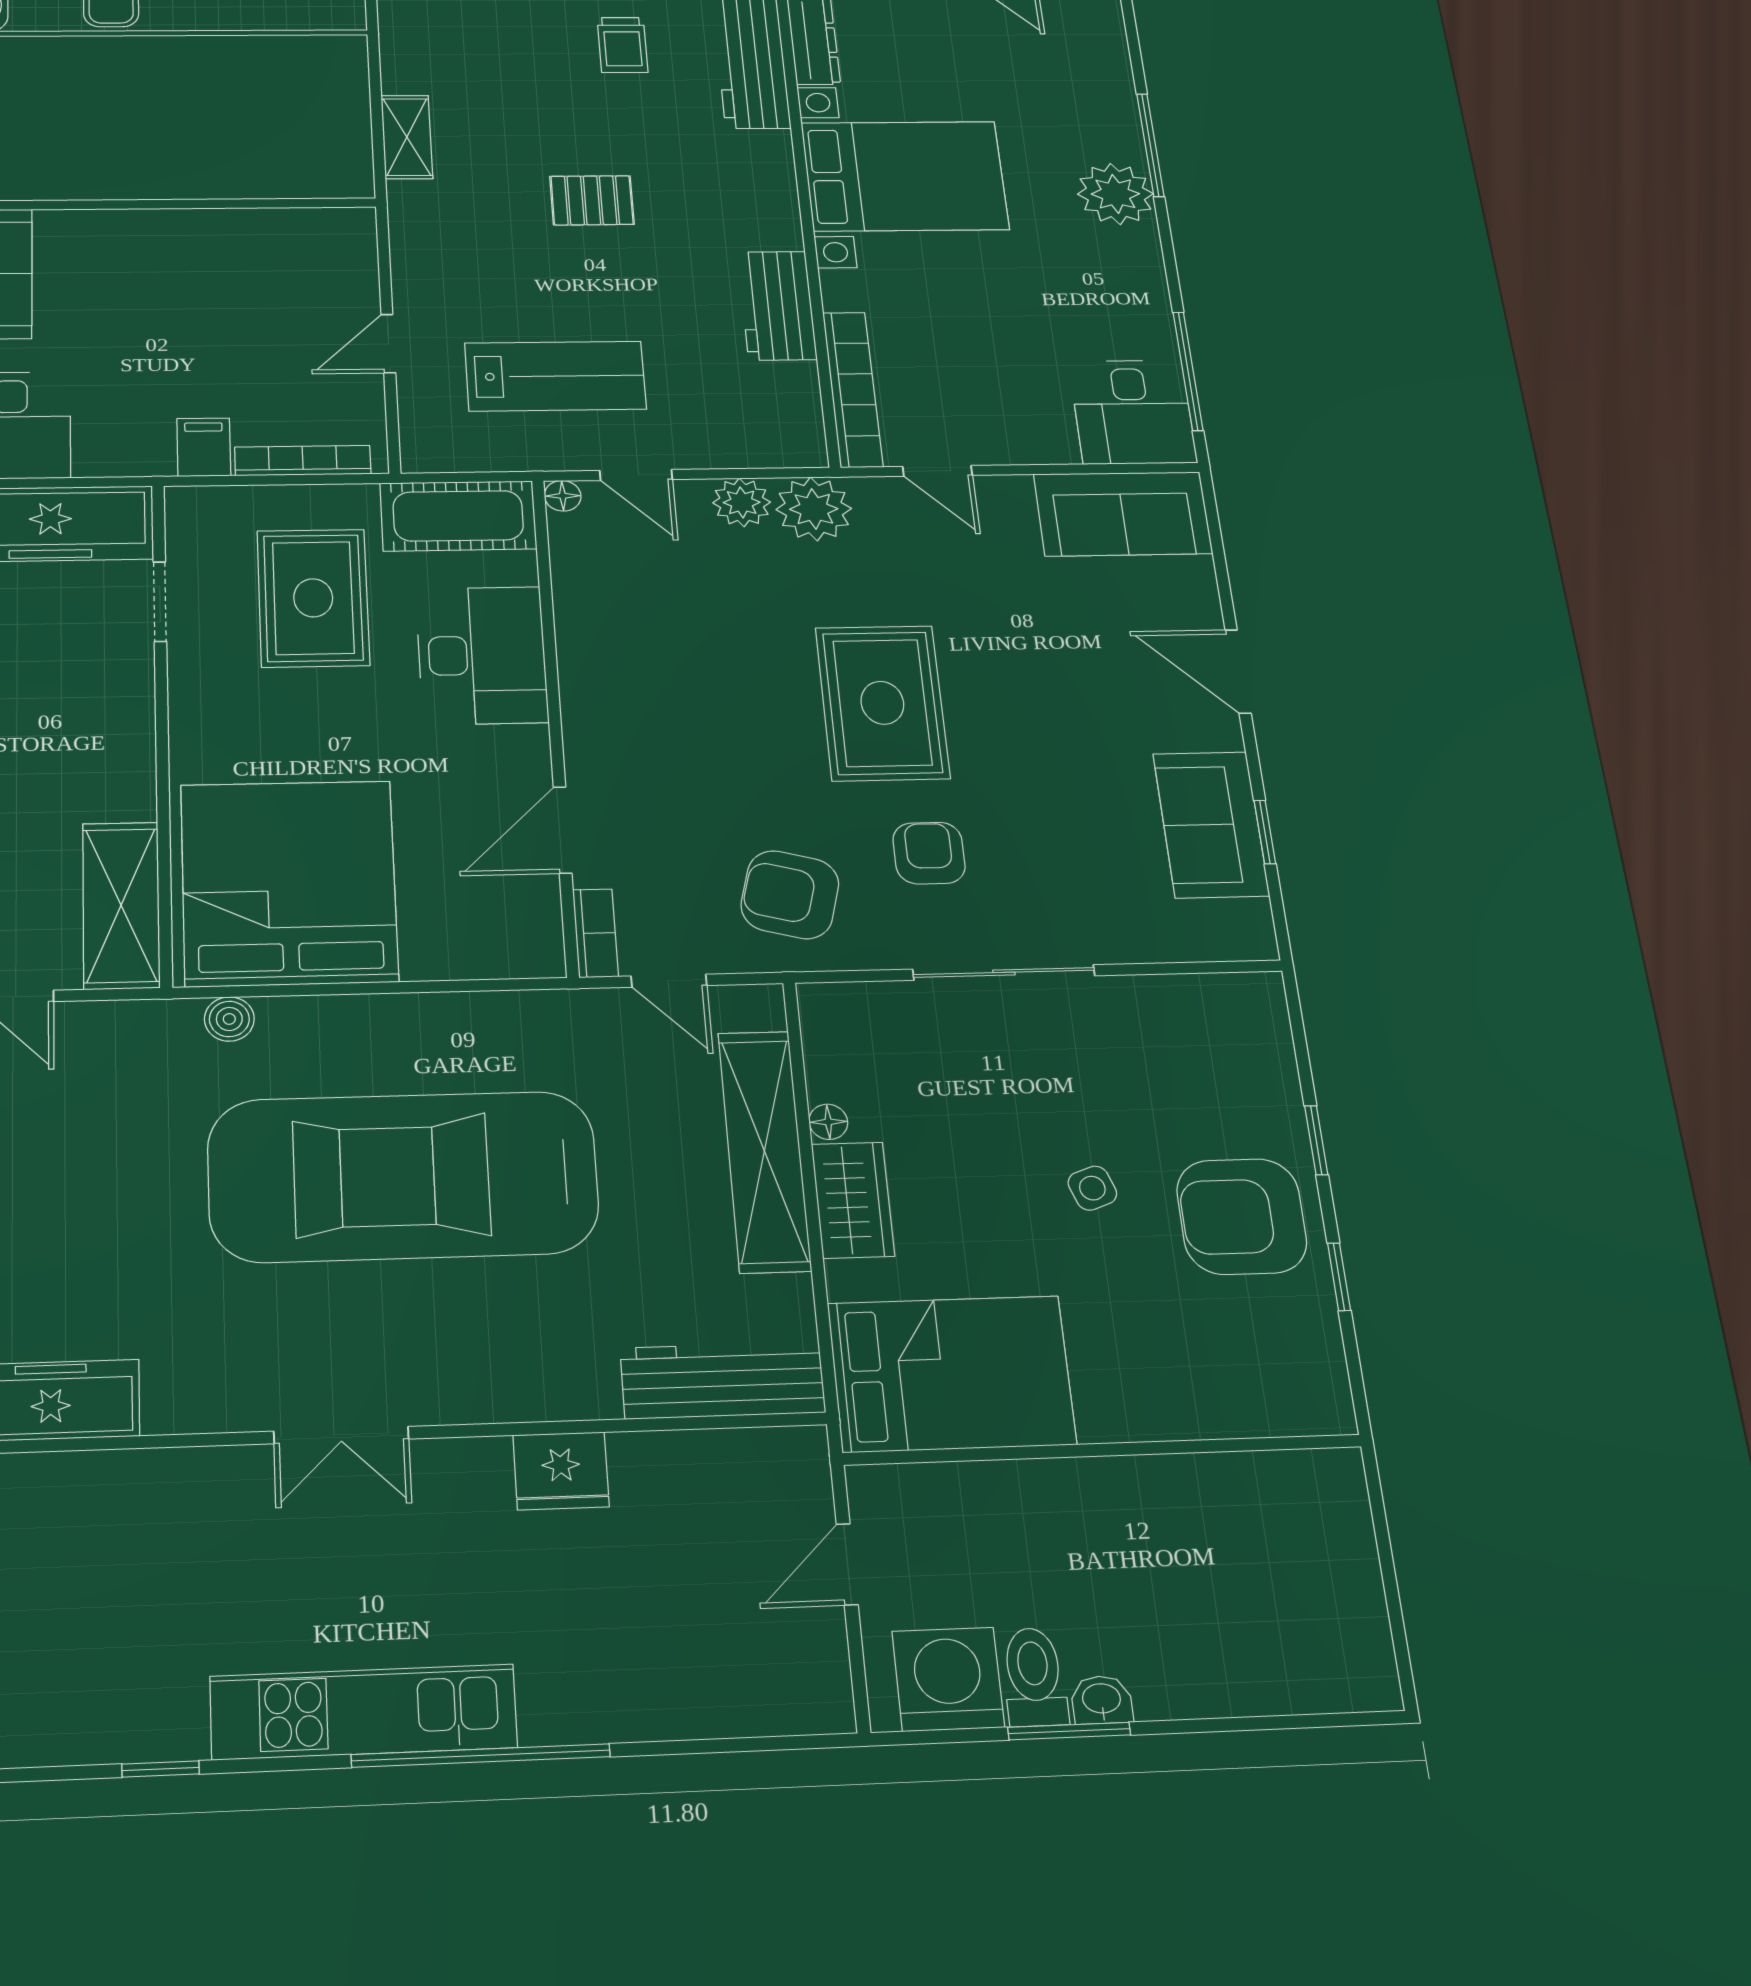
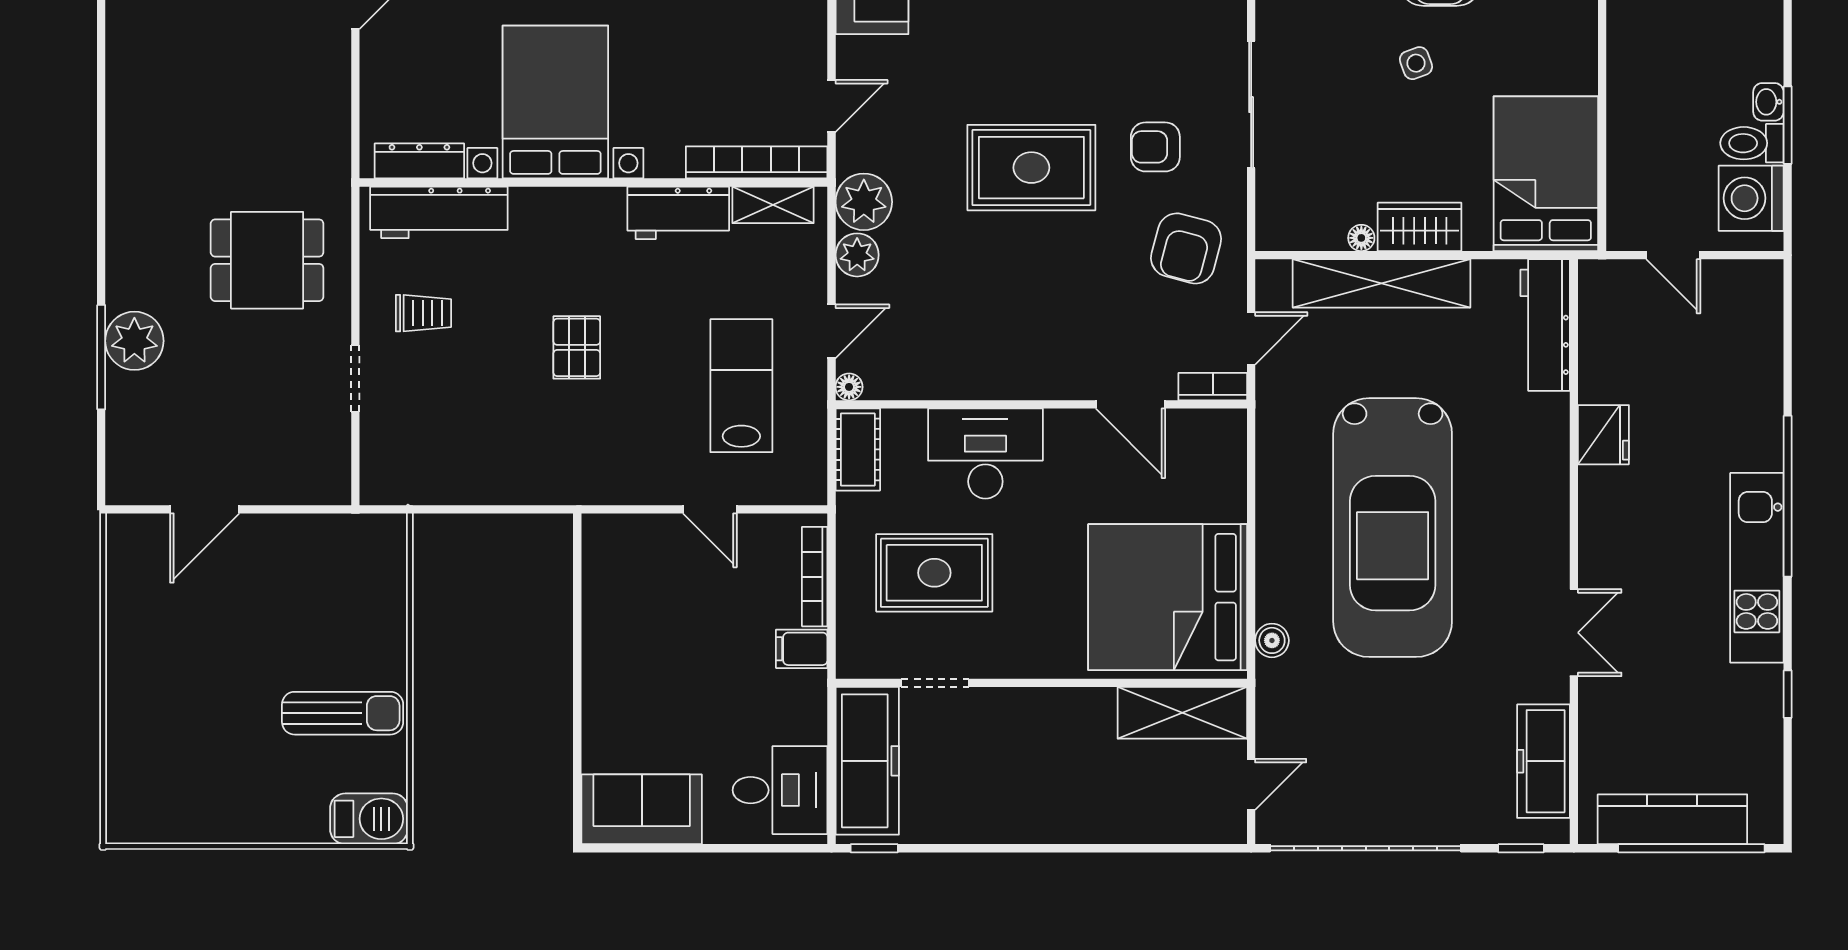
shelving: (407, 137) -> (773, 205), moved
cot: (458, 516) -> (858, 449), width x0.73, depth x0.75
double door: (341, 1435) -> (1574, 633), moved

